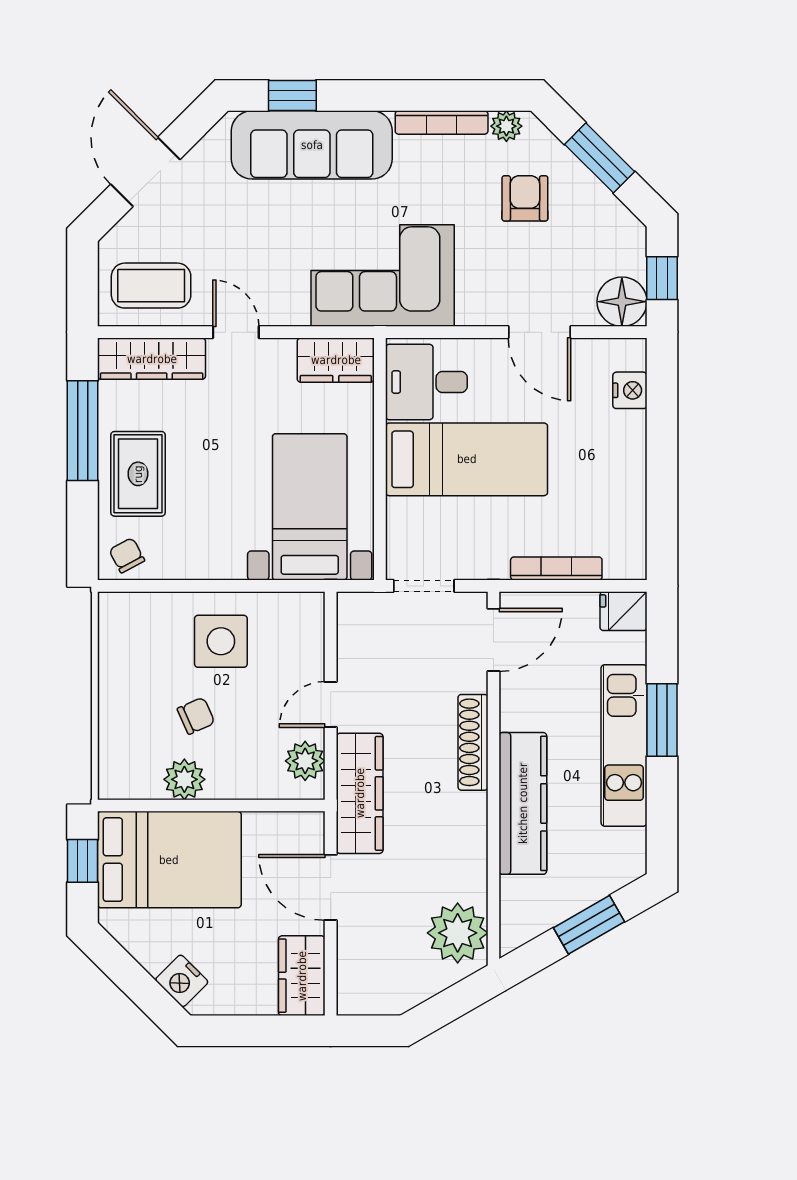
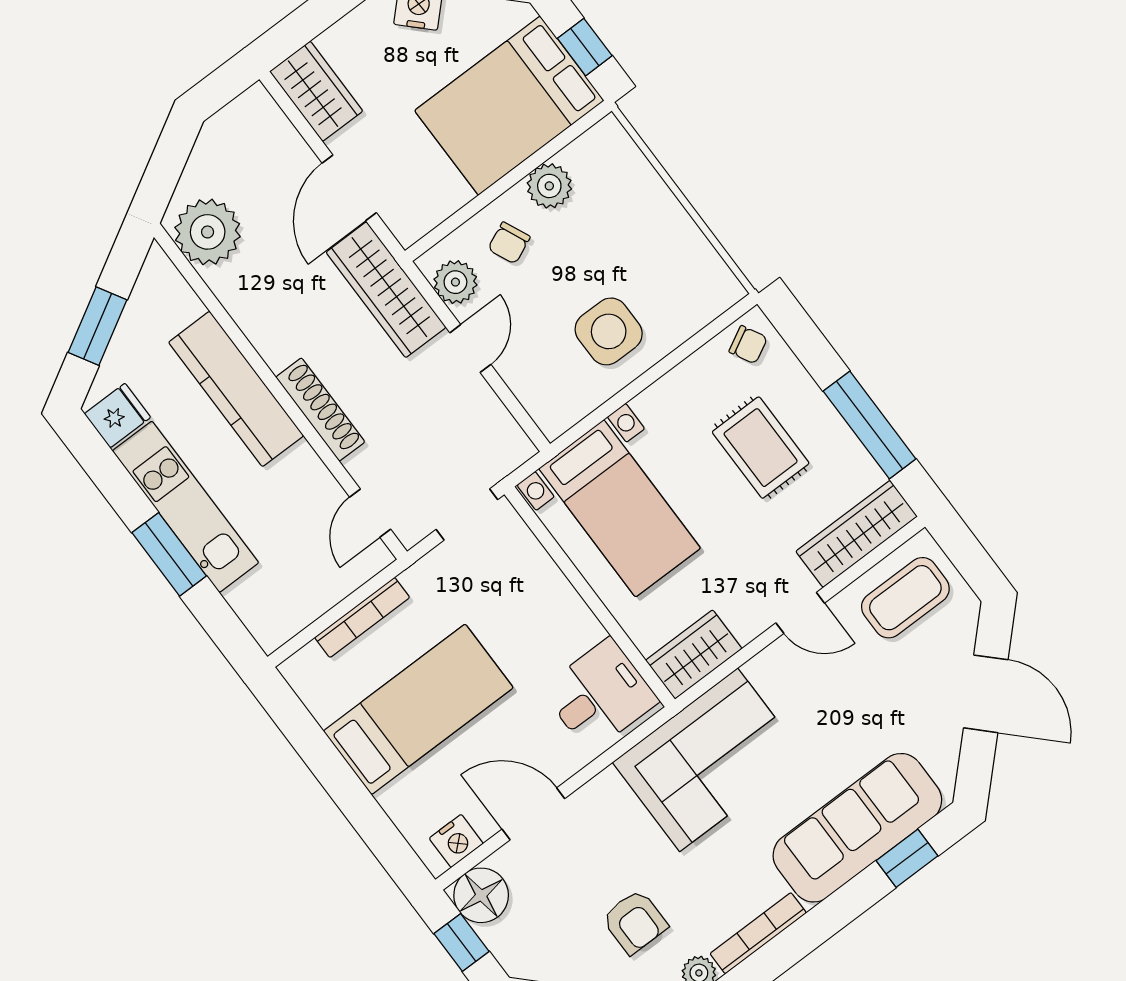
nightstand: (630, 390) -> (456, 841), moved, turned -90
bed: (467, 459) -> (418, 709), moved, turned 180
rug: (138, 474) -> (761, 448), moved
fridge: (623, 611) -> (118, 415), moved
door: (493, 640) -> (370, 513), width x0.73
chair: (196, 716) -> (509, 243), moved
door: (331, 887) -> (349, 188), swing flipped

